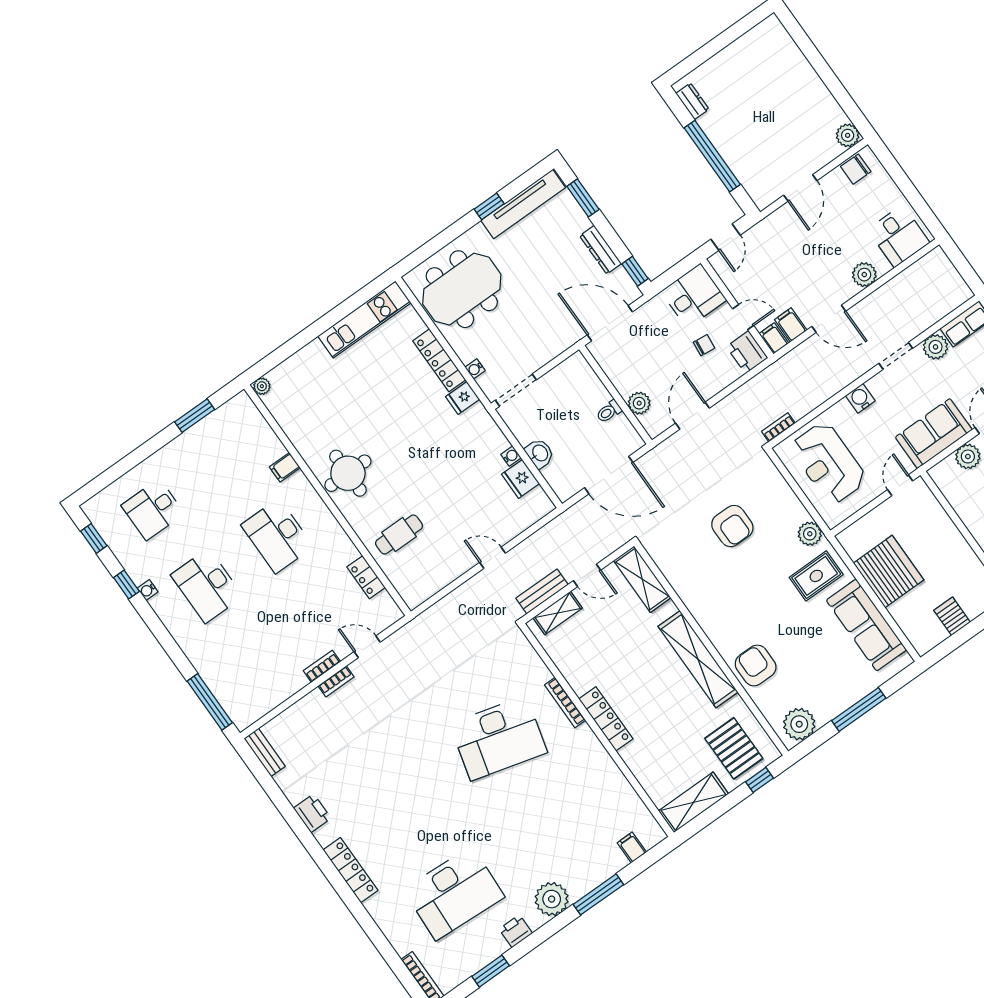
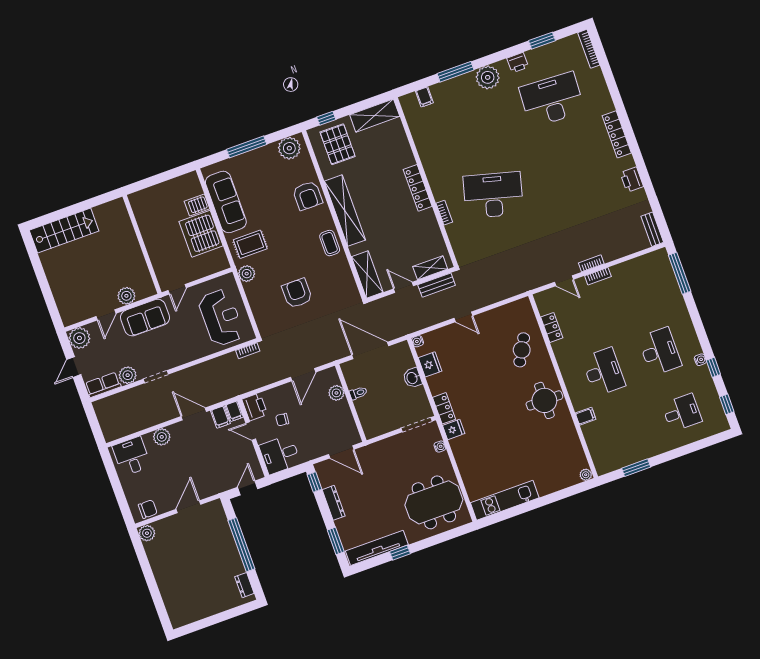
door: (610, 323) -> (341, 452), width x0.73
locker: (439, 360) -> (444, 408), moved, width x0.66
water cooler: (860, 398) -> (188, 355), removed
water cooler: (511, 456) -> (418, 341), moved
cafe table: (399, 535) -> (522, 350), turned -61
coffee table: (707, 608) -> (330, 243), added
server rack: (952, 616) -> (197, 205), moved, turned 90
bookcase: (565, 703) -> (444, 213), width x0.64

